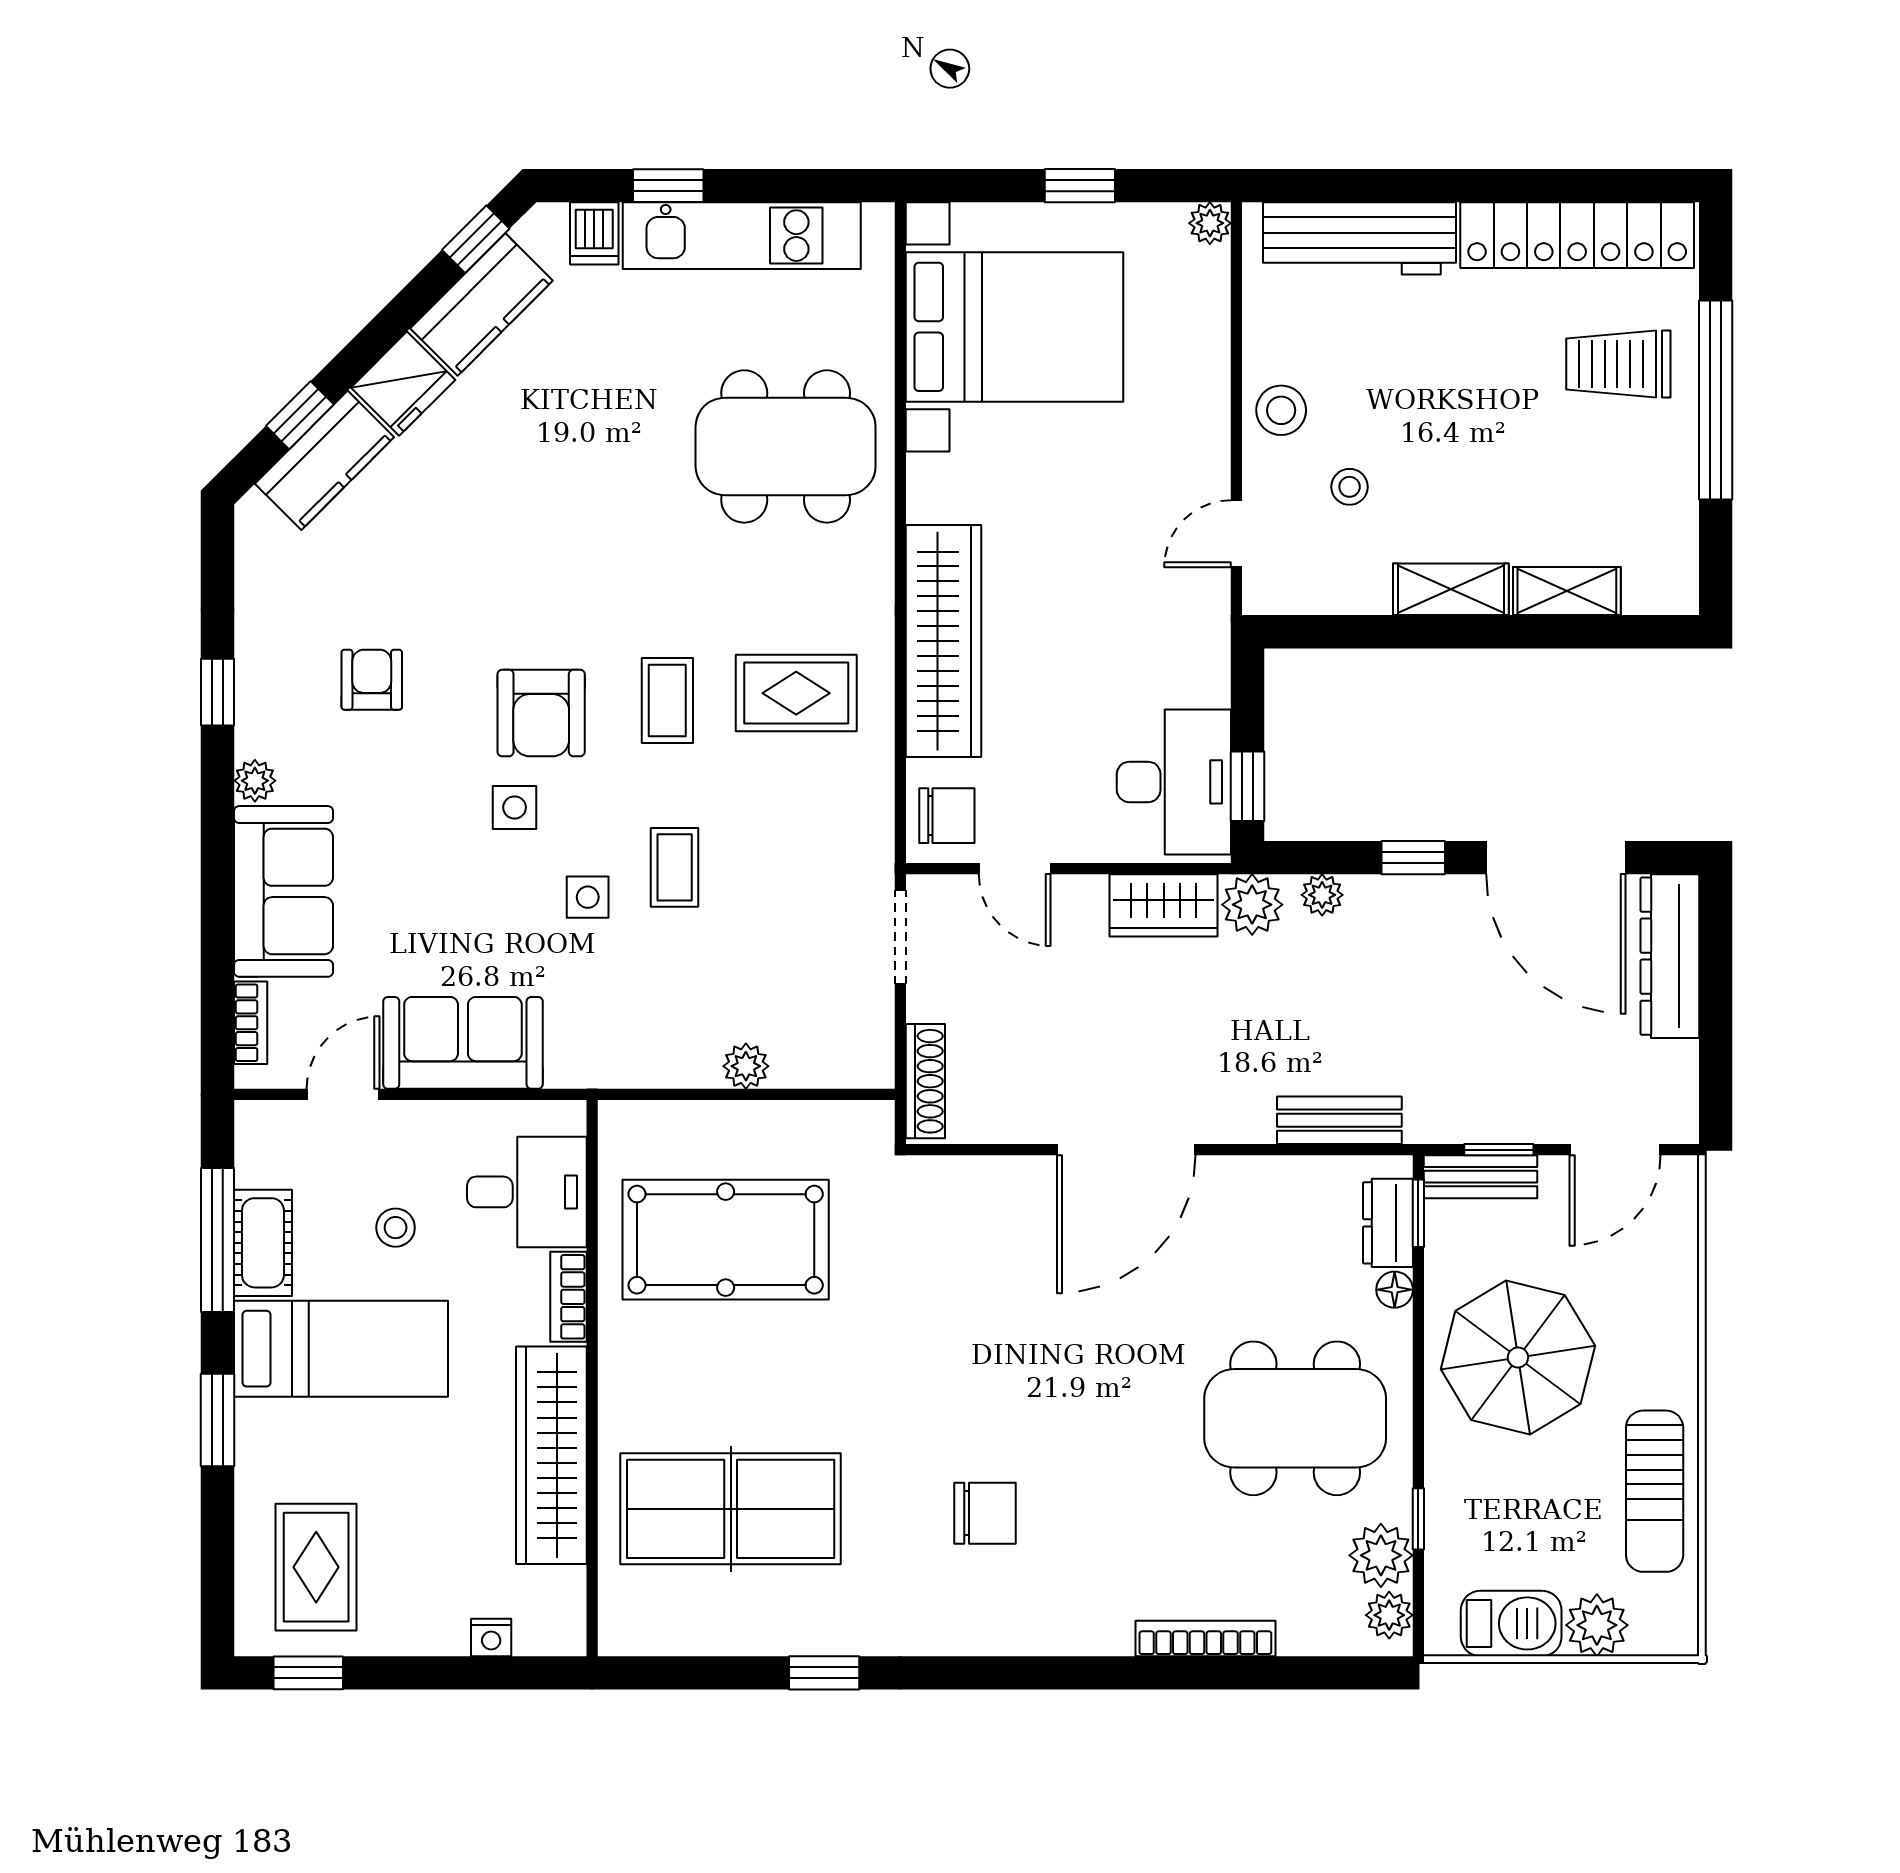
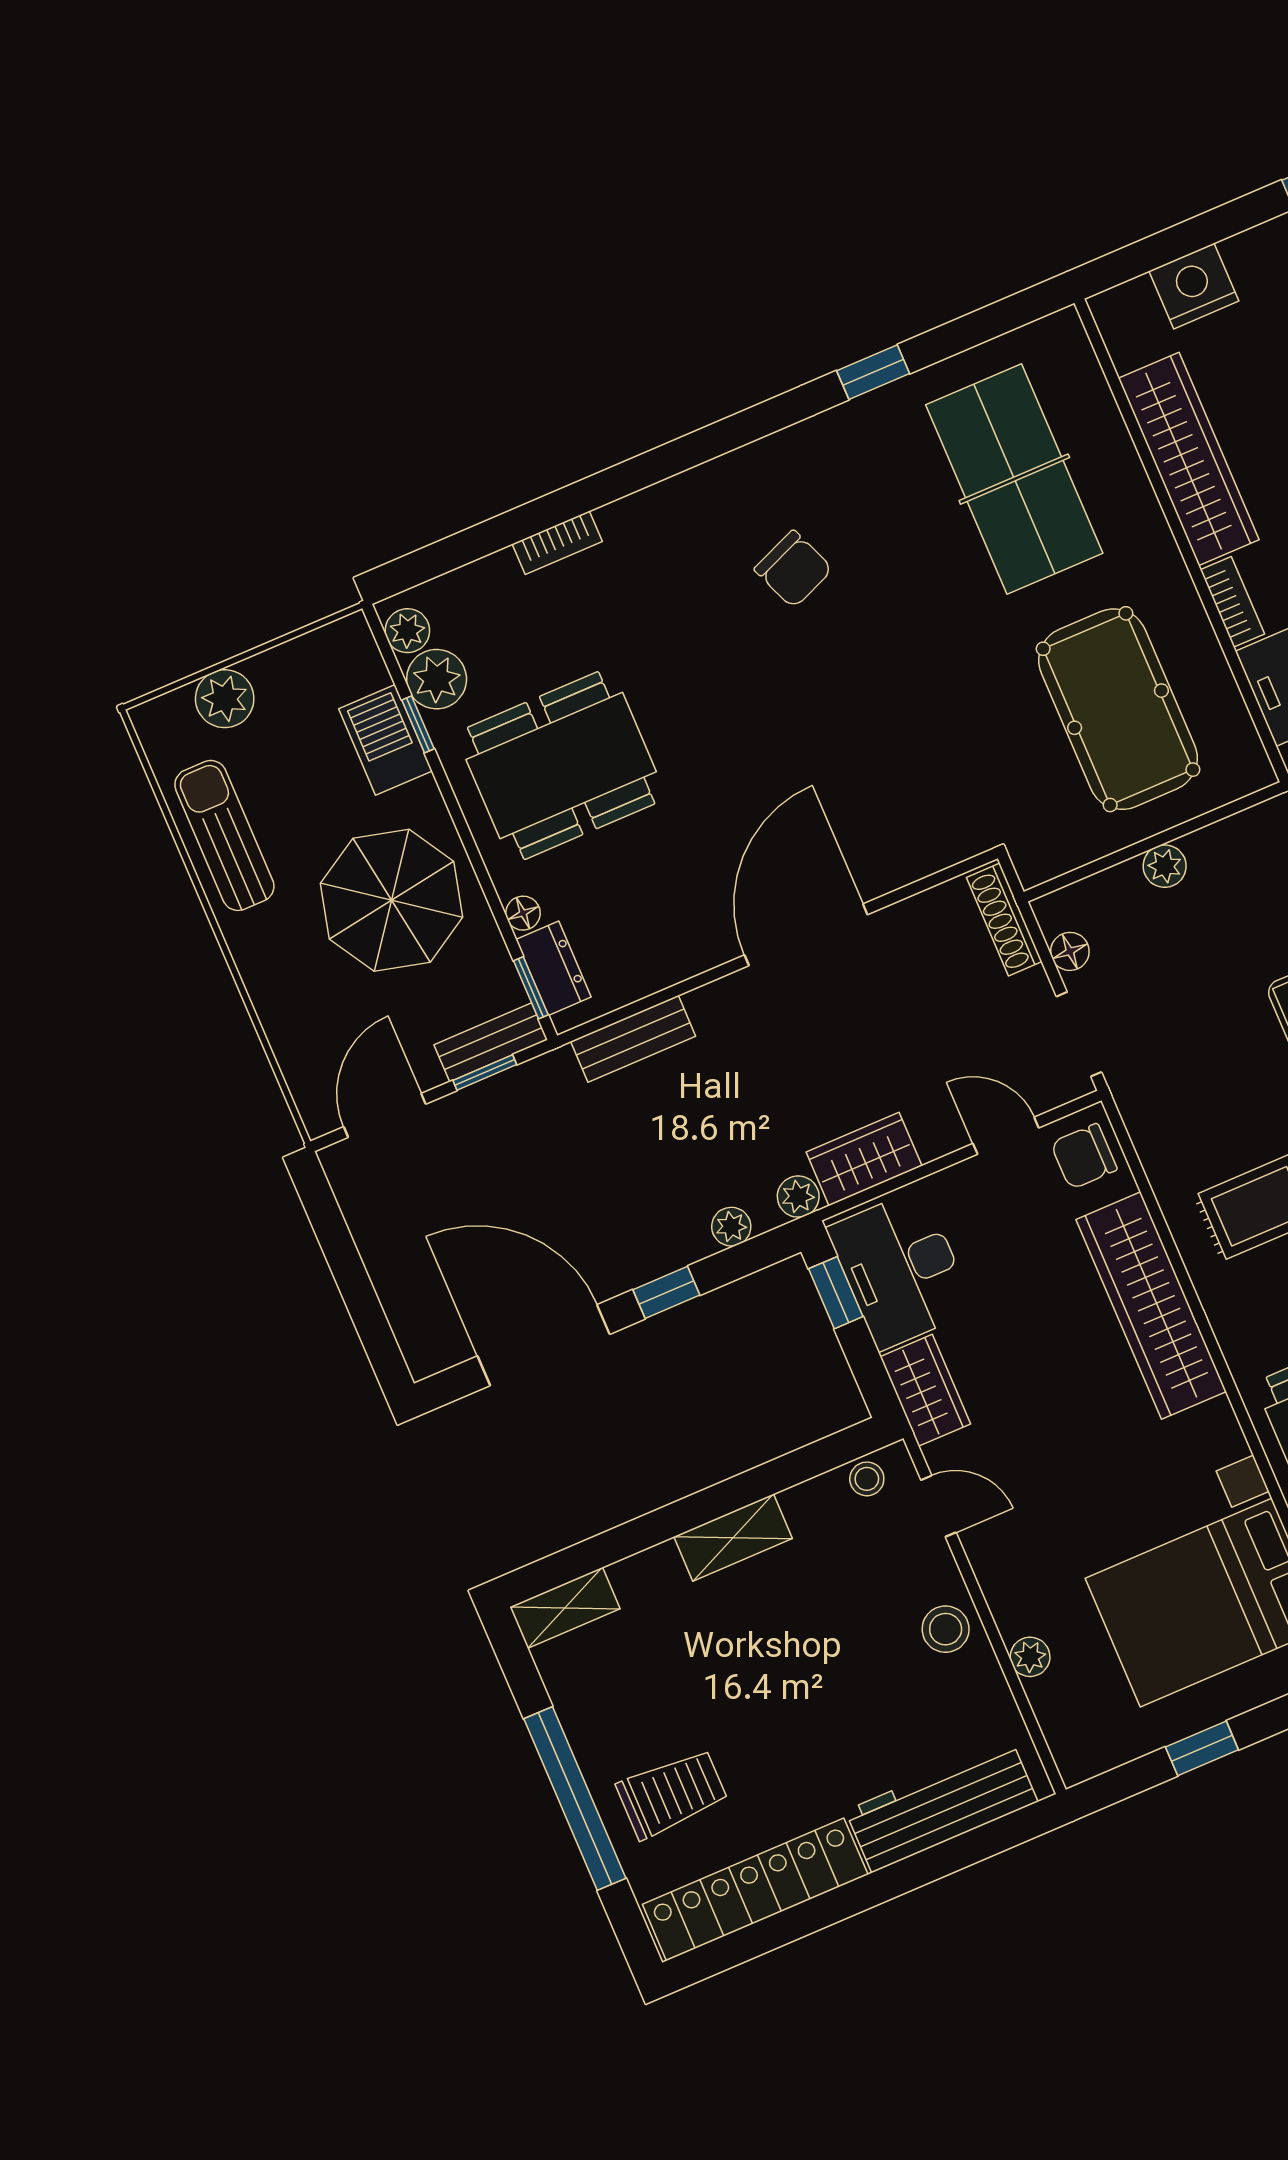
plant: (1210, 223) -> (1030, 1657), moved
stool: (1350, 487) -> (867, 1479), moved
door: (1236, 534) -> (938, 1506), hinge flipped
shelving: (1567, 591) -> (565, 1608), moved
wardrobe: (1201, 653) -> (925, 1390), added
plant: (1252, 905) -> (798, 1197), width x0.73, depth x0.73
dresser: (1670, 956) -> (409, 1302), removed
floor lamp: (875, 1022) -> (1070, 951), added
pool table: (726, 1240) -> (1118, 709), turned 90
table tennis table: (731, 1509) -> (1014, 479), turned 90
chair: (985, 1513) -> (793, 569), turned -112
barbecue: (1511, 1623) -> (385, 740), moved, turned 90
nightstand: (491, 1637) -> (1194, 286), width x1.89, depth x1.79
bookcase: (1205, 1638) -> (557, 543), width x0.64

